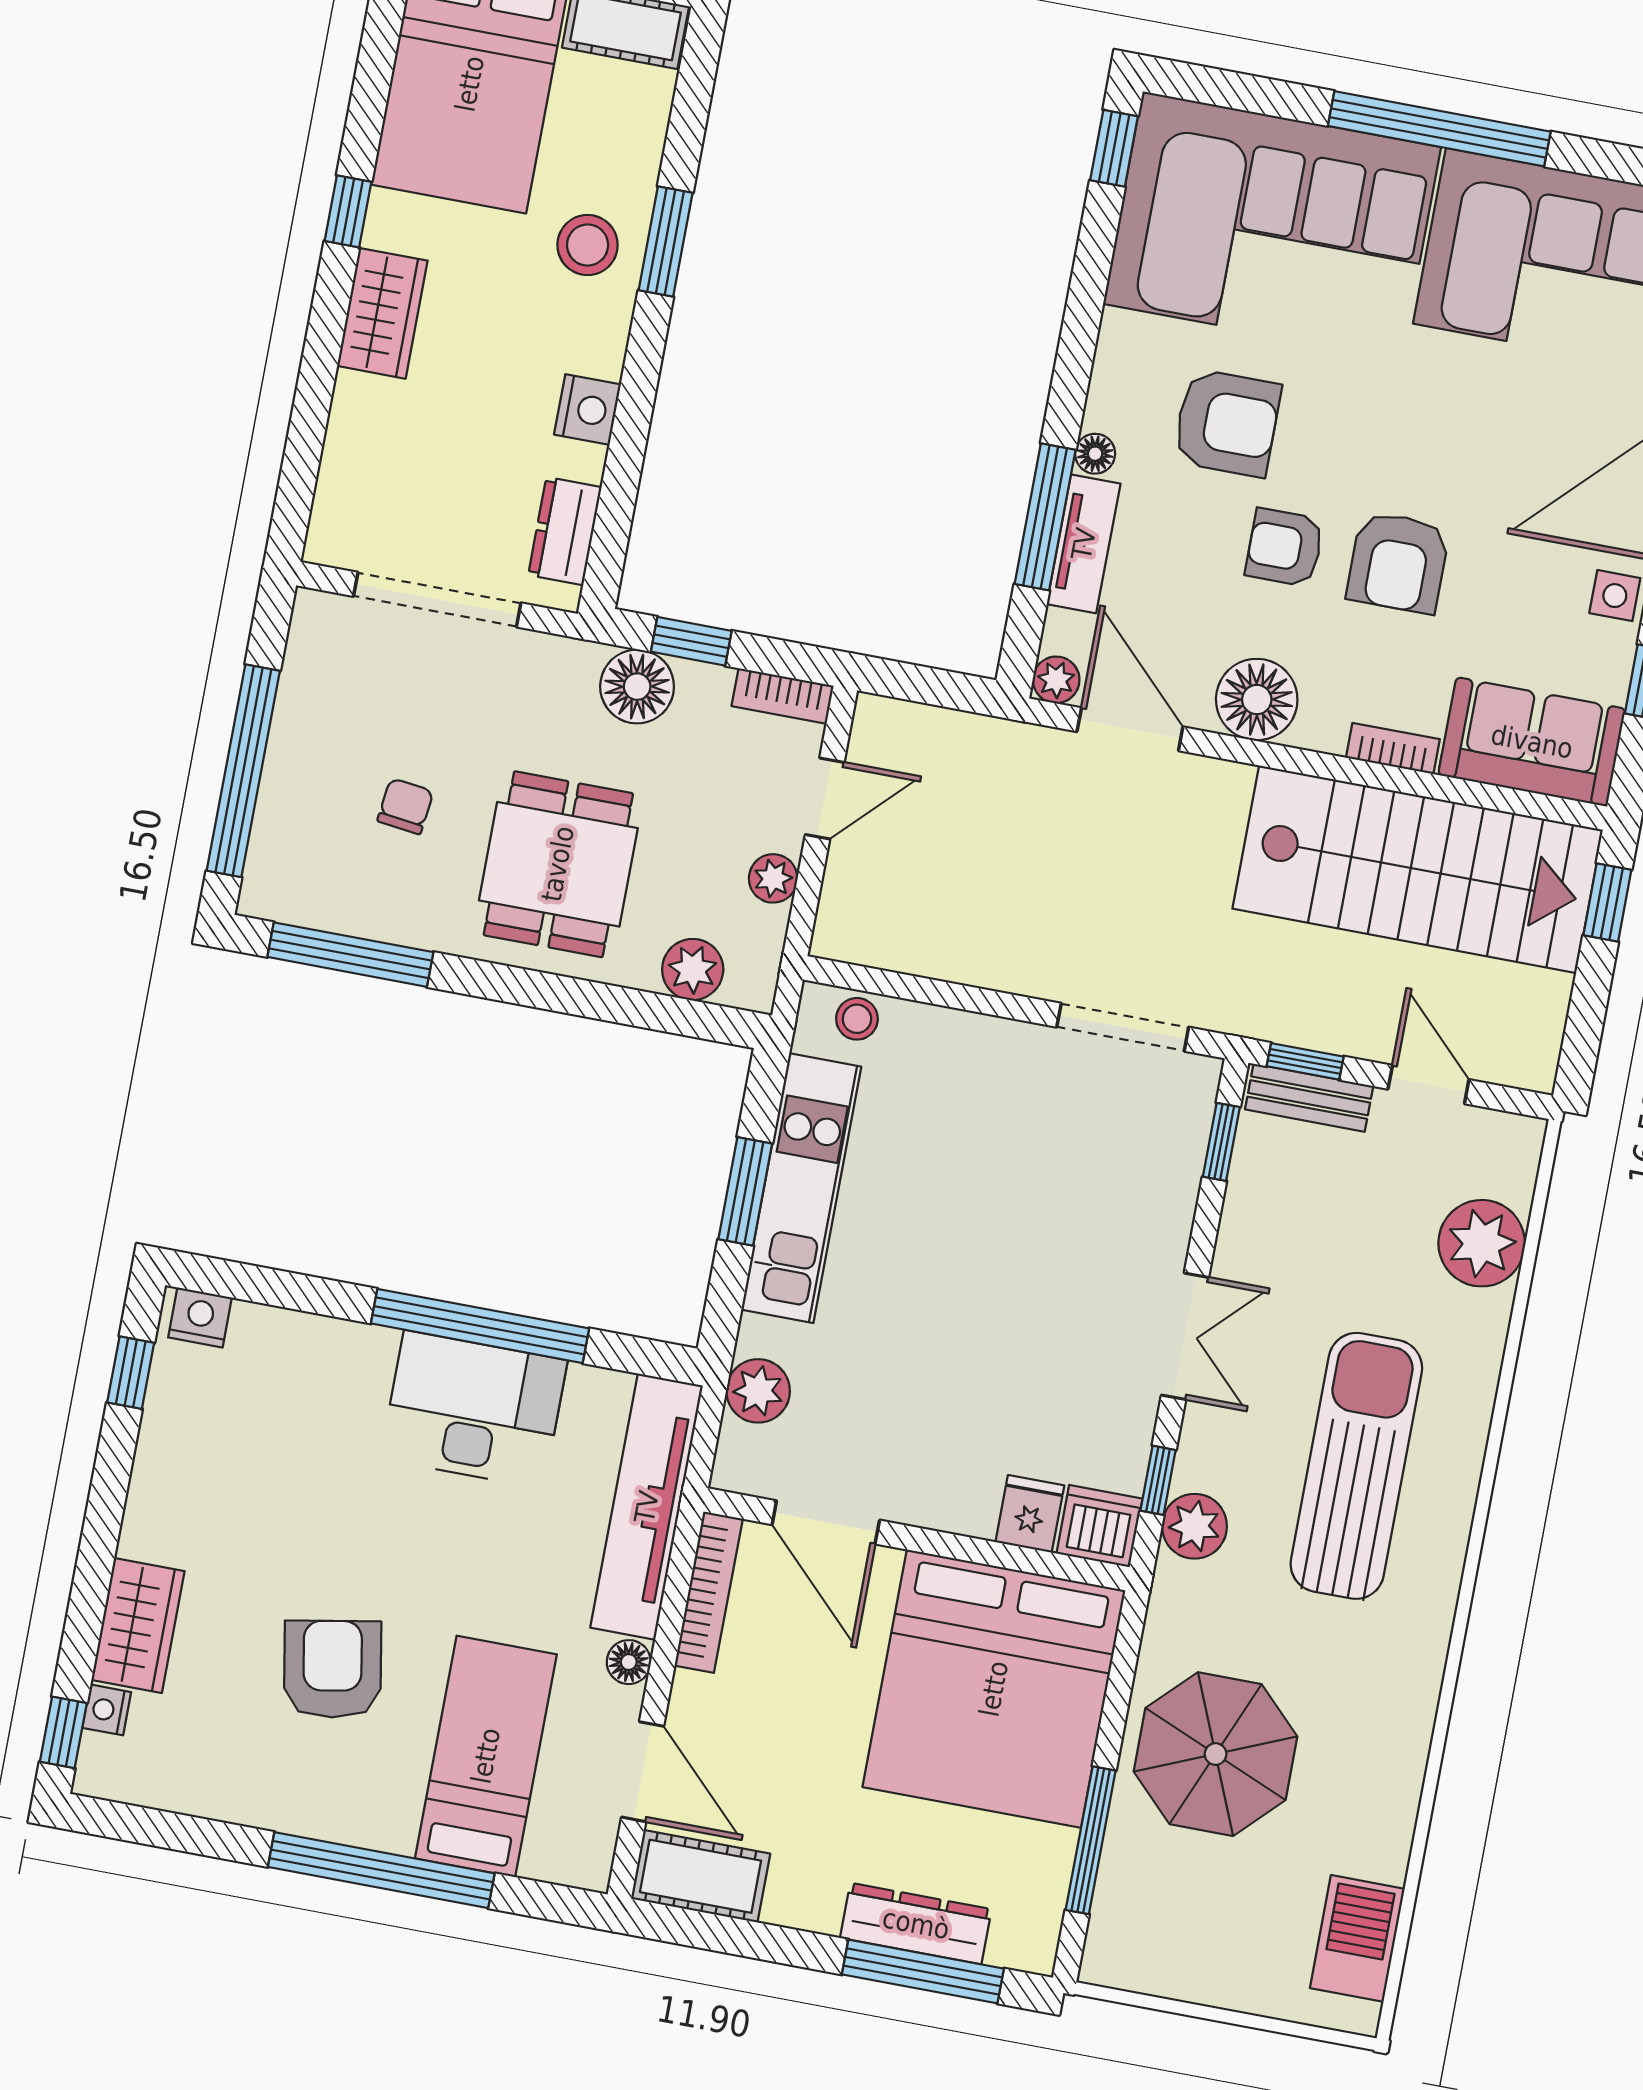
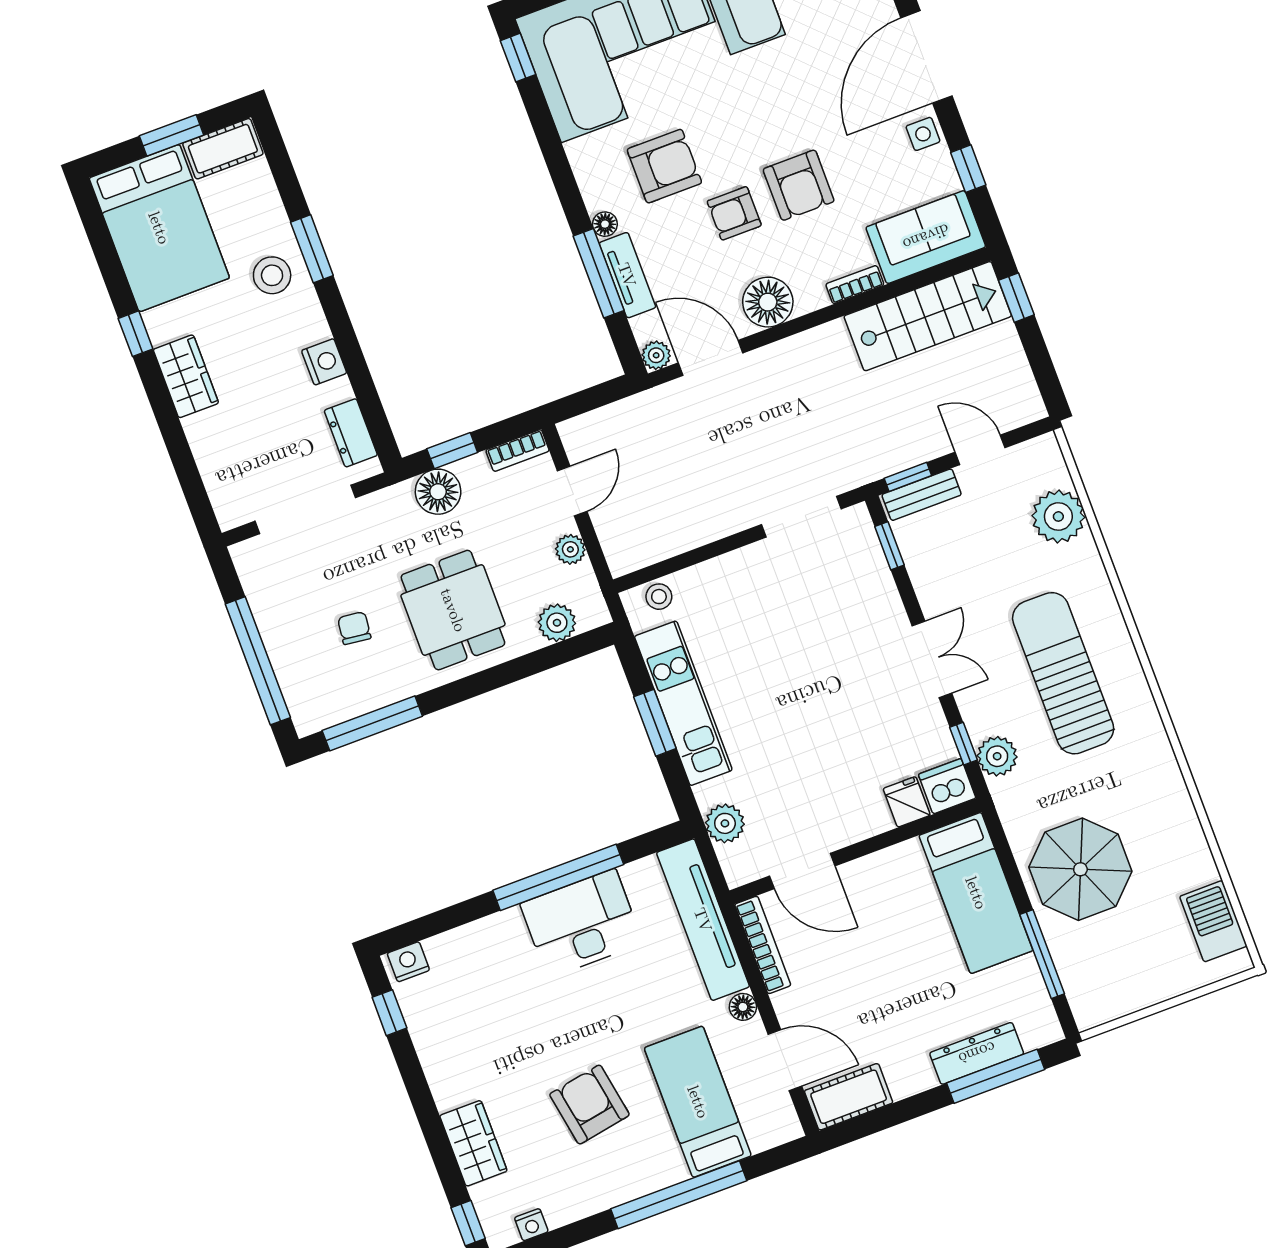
stairs: (1418, 869) -> (928, 316), width x0.73, depth x0.66
bed: (994, 1689) -> (976, 893), width x0.49
nightstand: (107, 1710) -> (531, 1225), moved, turned -90

